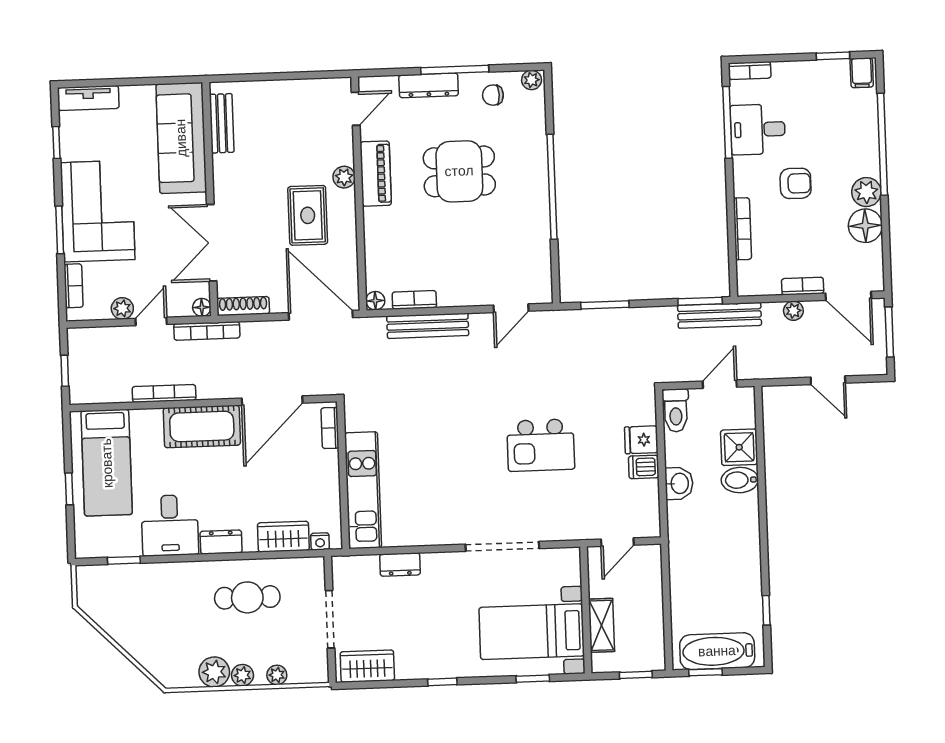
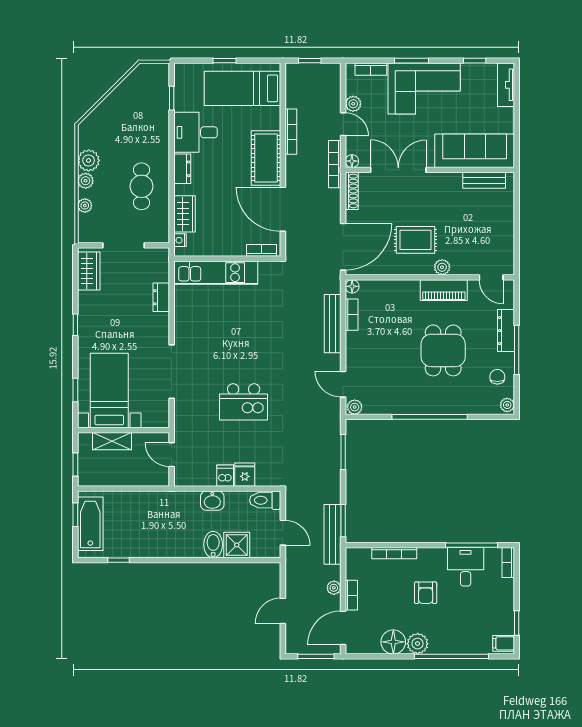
plant: (542, 291) -> (355, 407), added
kitchen island: (541, 445) -> (244, 402), turned -90

